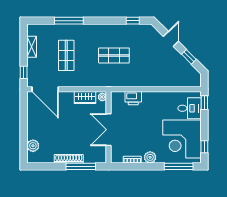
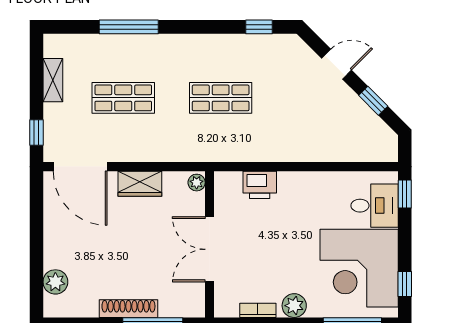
door: (171, 39) -> (337, 64), hinge flipped
shop shelf: (66, 55) -> (123, 98), turned 90
wardrobe: (85, 98) -> (140, 184), moved

